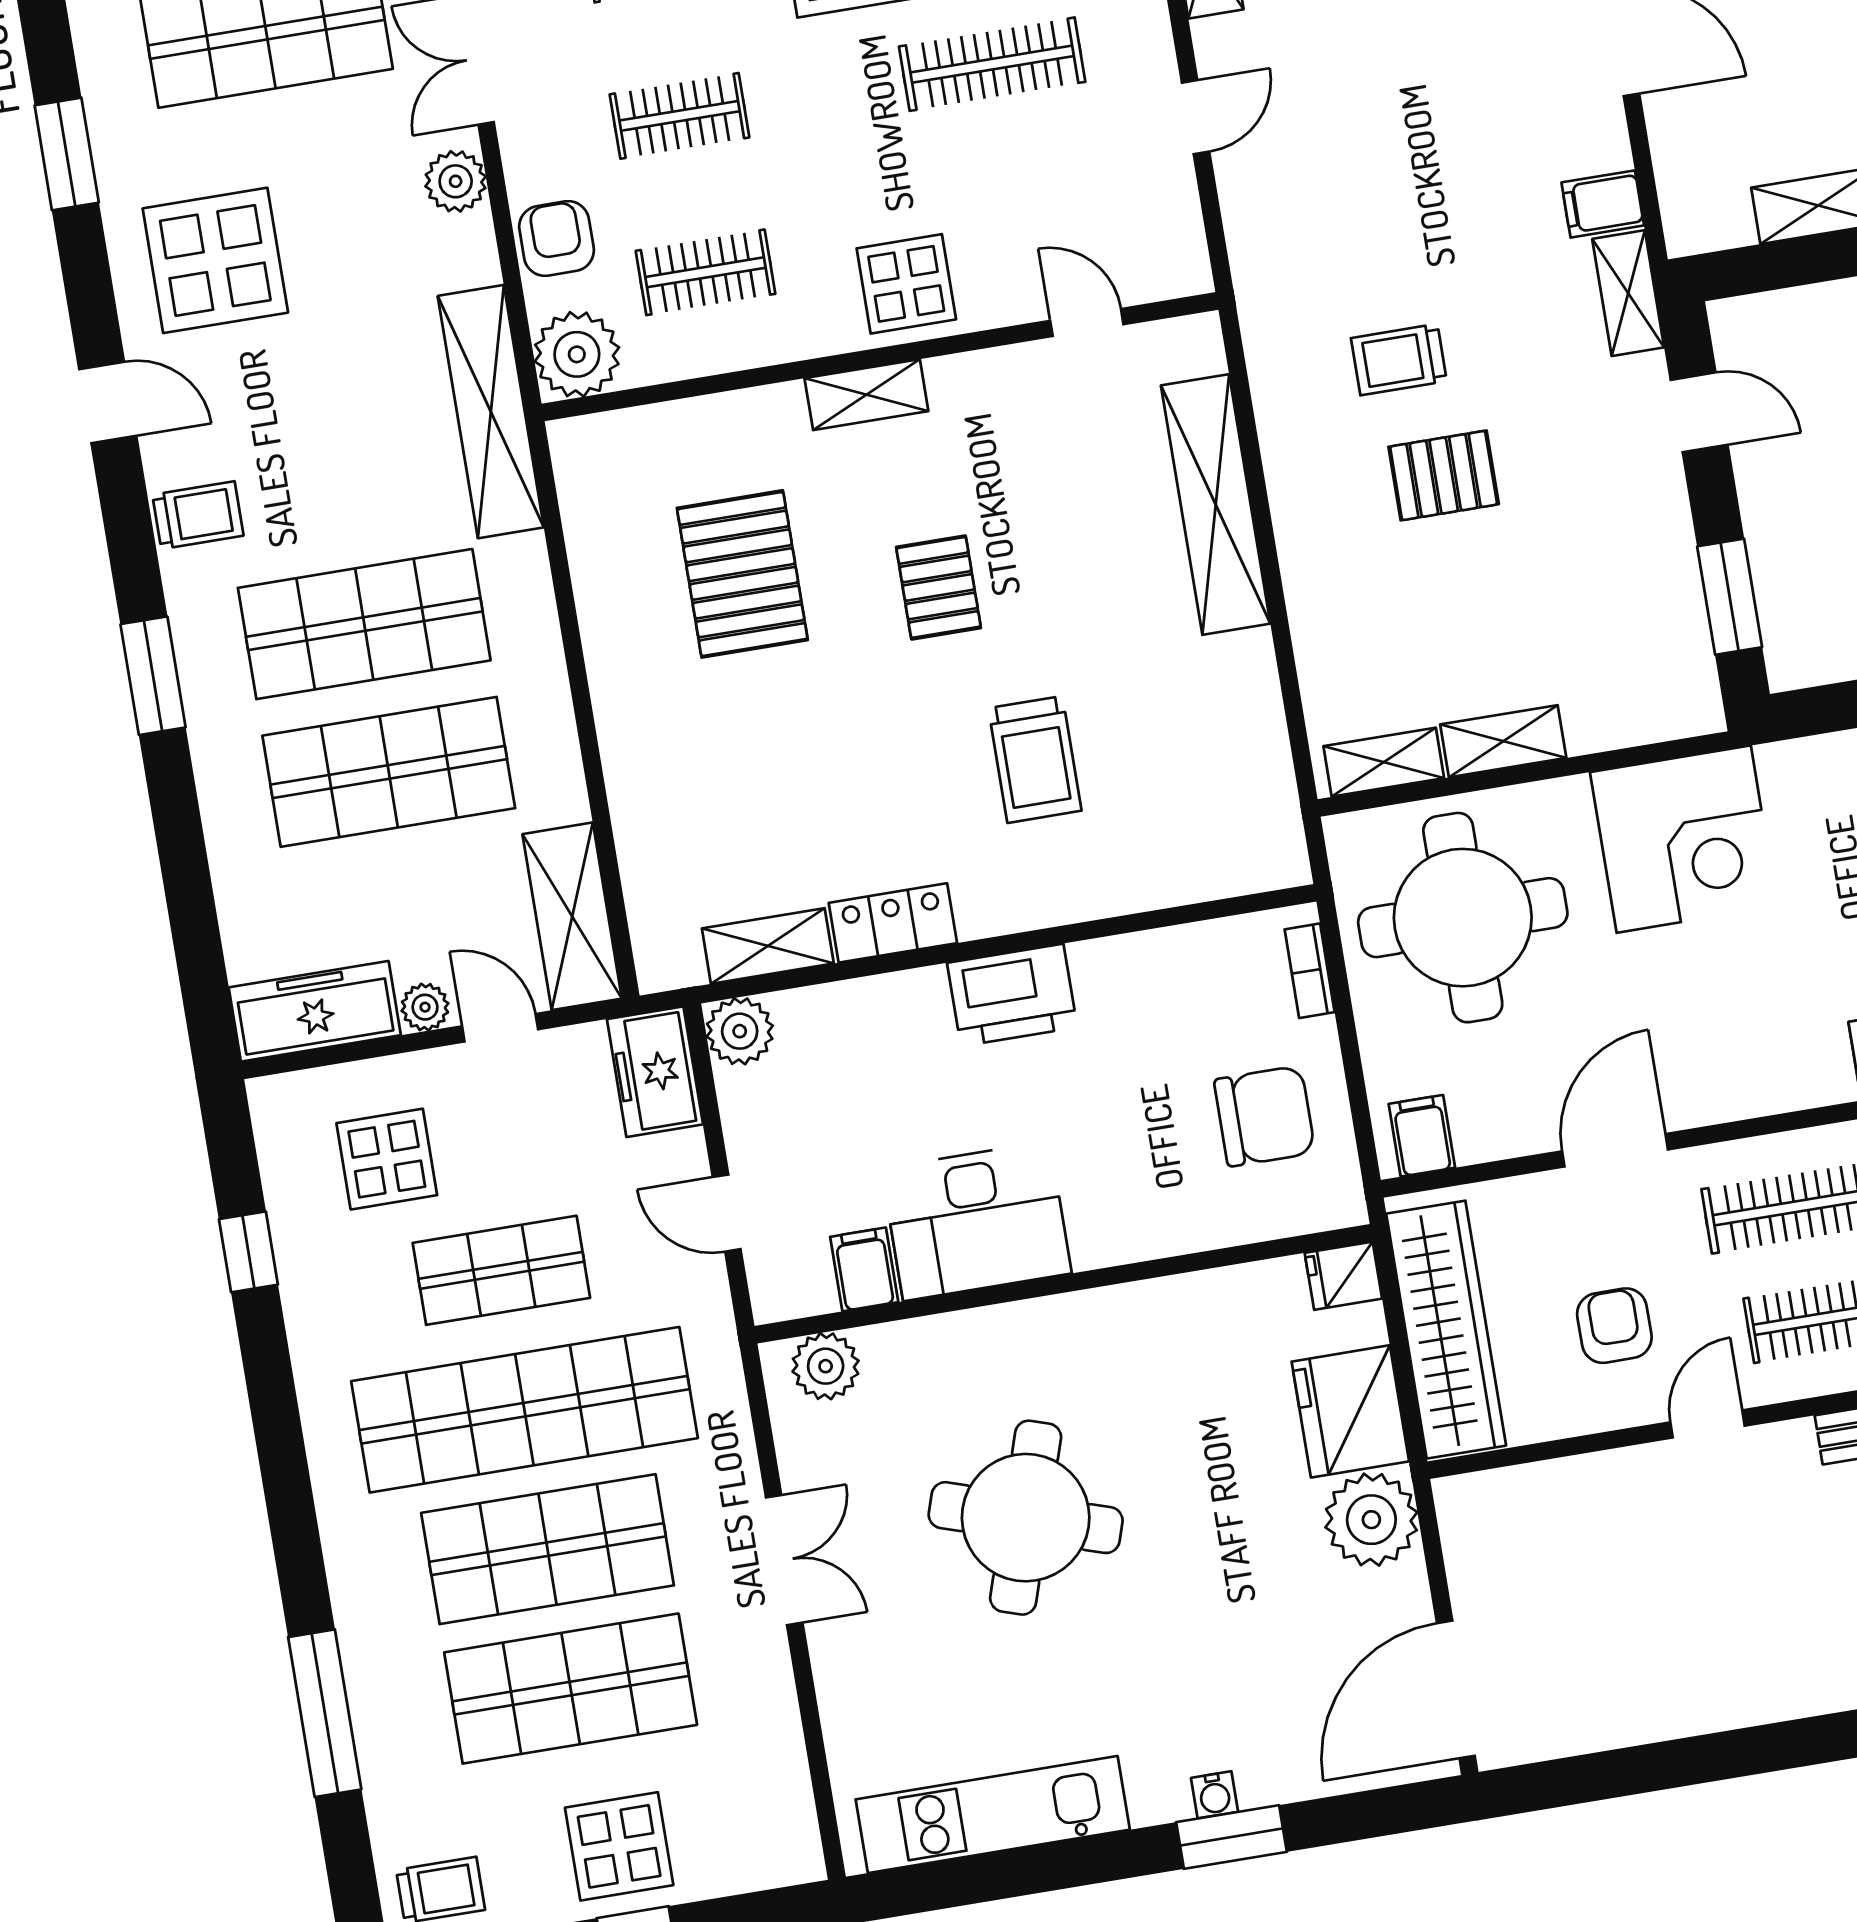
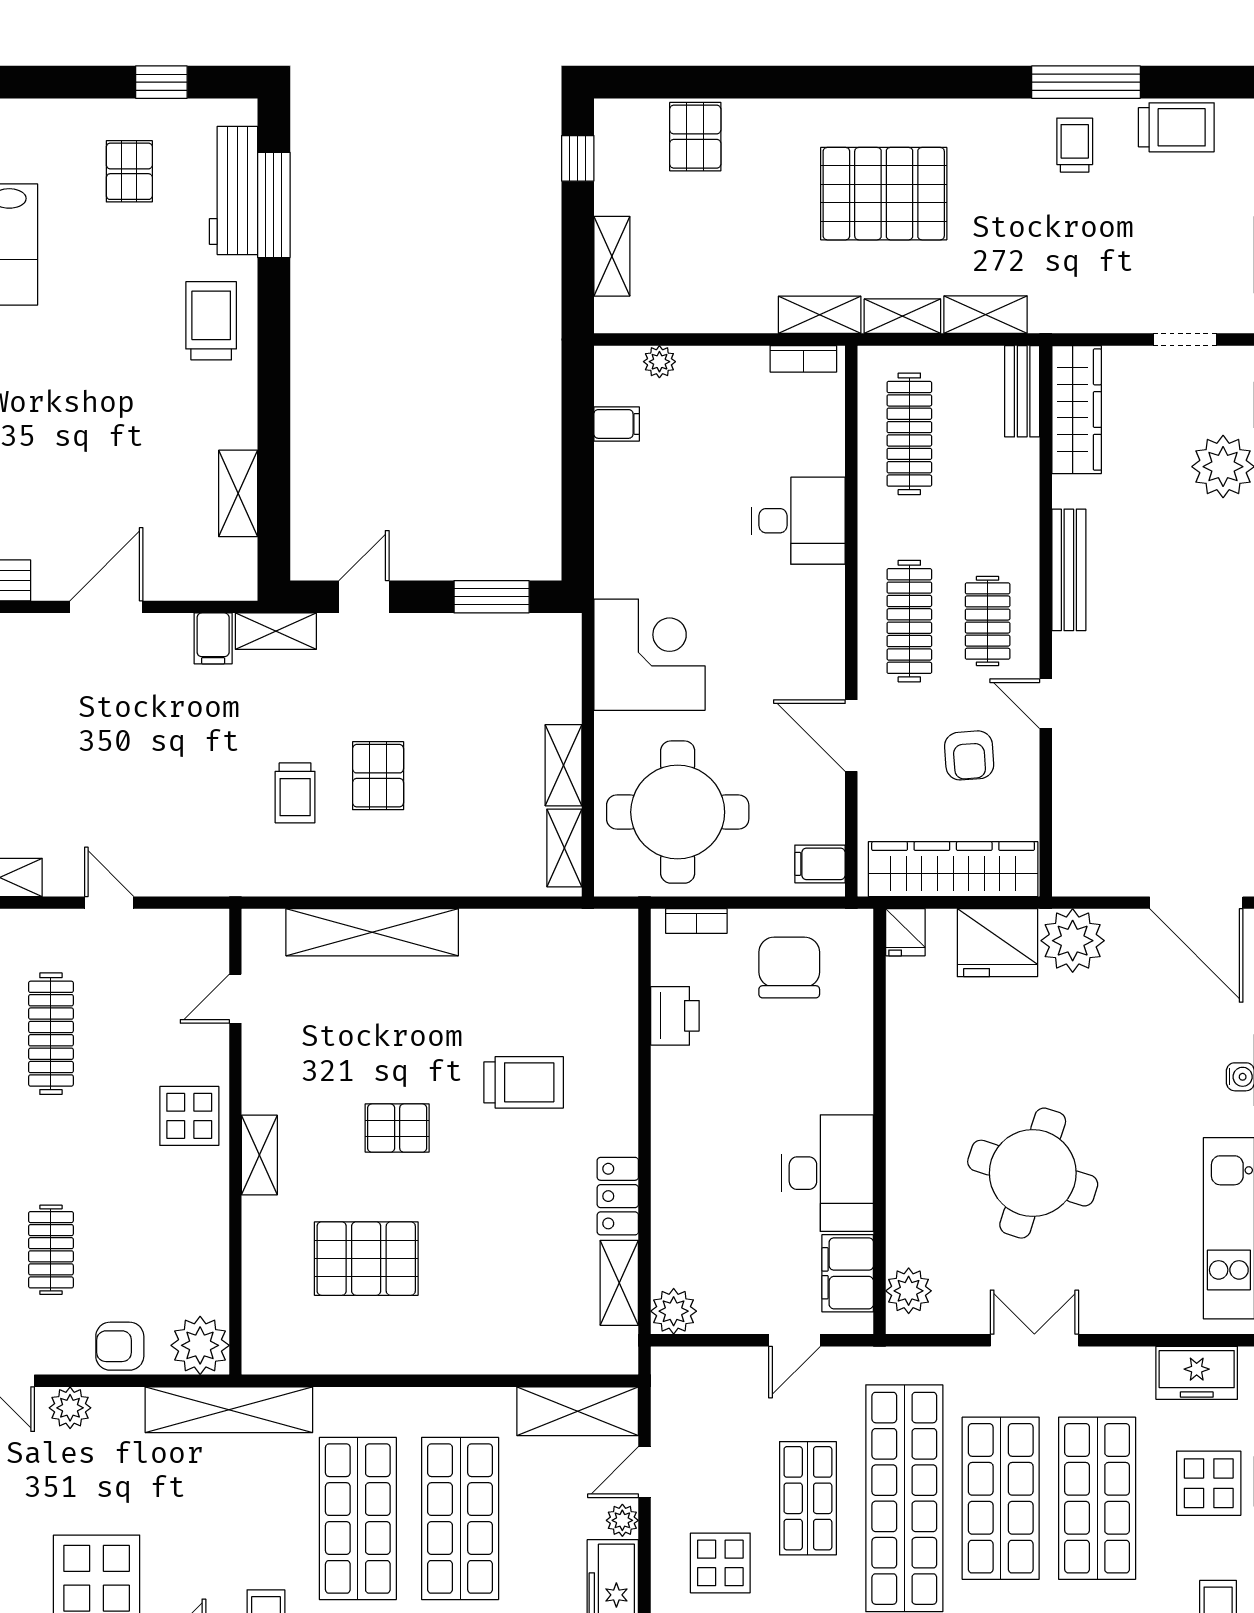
clothes rail: (705, 272) -> (159, 1250), removed
printer: (1012, 995) -> (675, 1016), moved, width x0.73, depth x0.84
freezer: (655, 1072) -> (1197, 1373), moved
filing cabinet: (864, 1269) -> (848, 1273), width x2.00
armchair: (1614, 1326) -> (969, 755), turned -94

